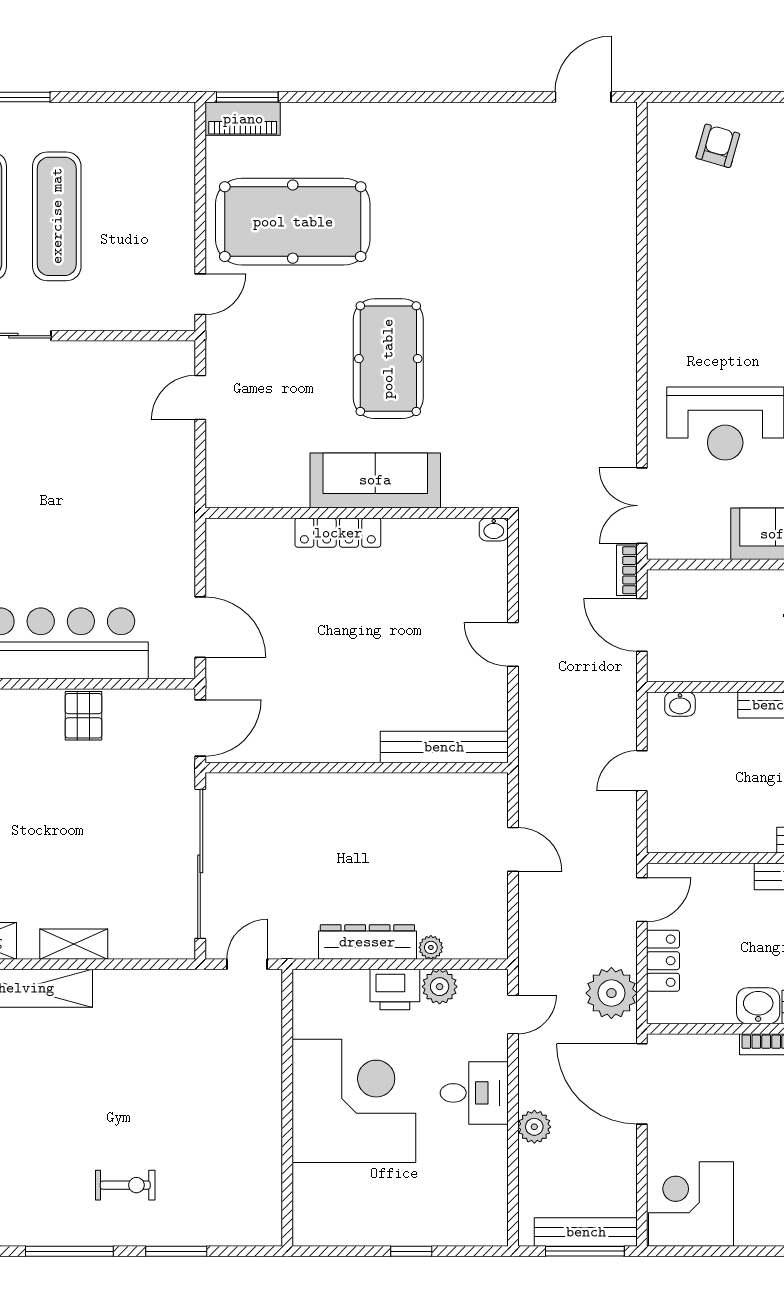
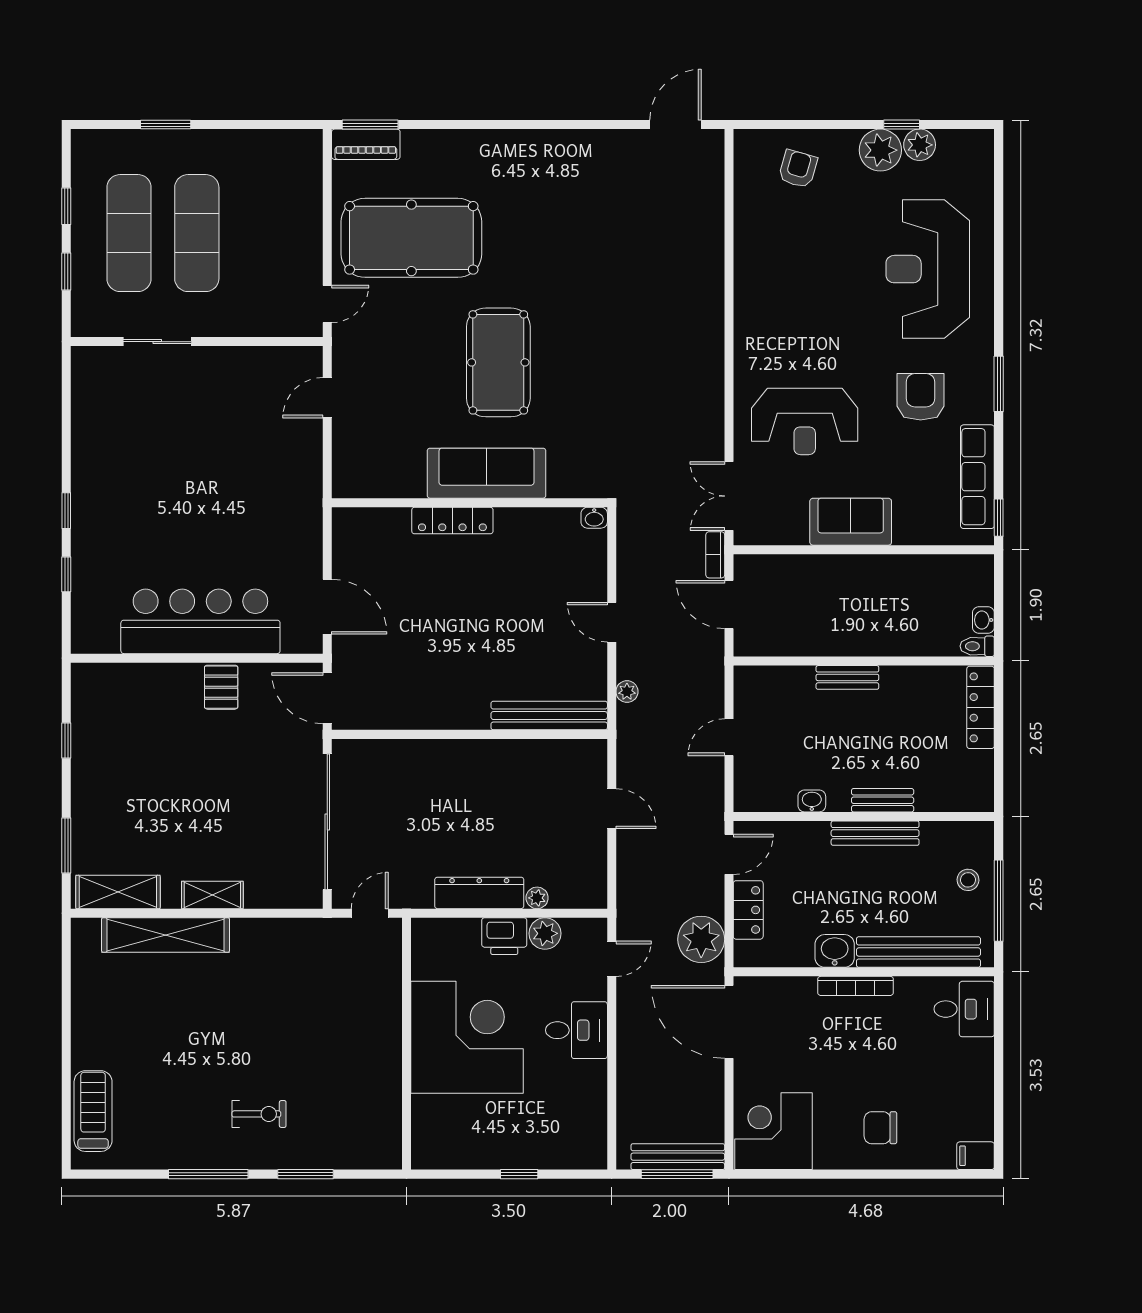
washbasin: (680, 704) -> (812, 801), moved, turned 180
door: (200, 728) -> (327, 698), swing flipped
plant: (534, 1127) -> (627, 692), moved, width x0.73, depth x0.73

